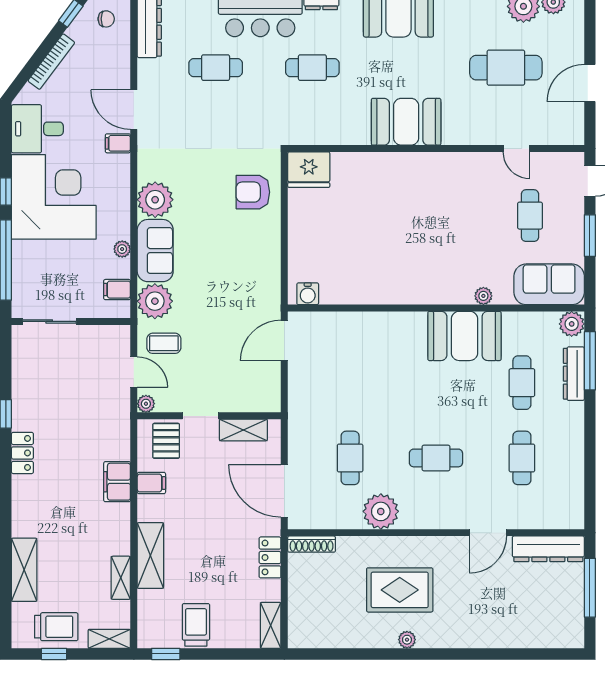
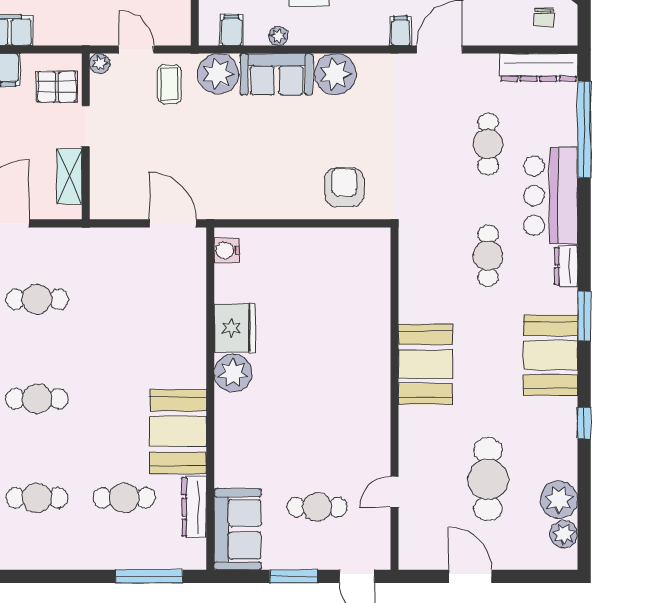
fridge: (309, 170) -> (235, 328), moved, turned 180
plant: (483, 296) -> (233, 373), moved, width x1.87, depth x1.87
plant: (572, 324) -> (192, 555), removed
door: (134, 372) -> (136, 50), swing flipped
dresser: (574, 374) -> (194, 507), moved, turned -90
cafe table: (436, 458) -> (37, 399), turned 90

